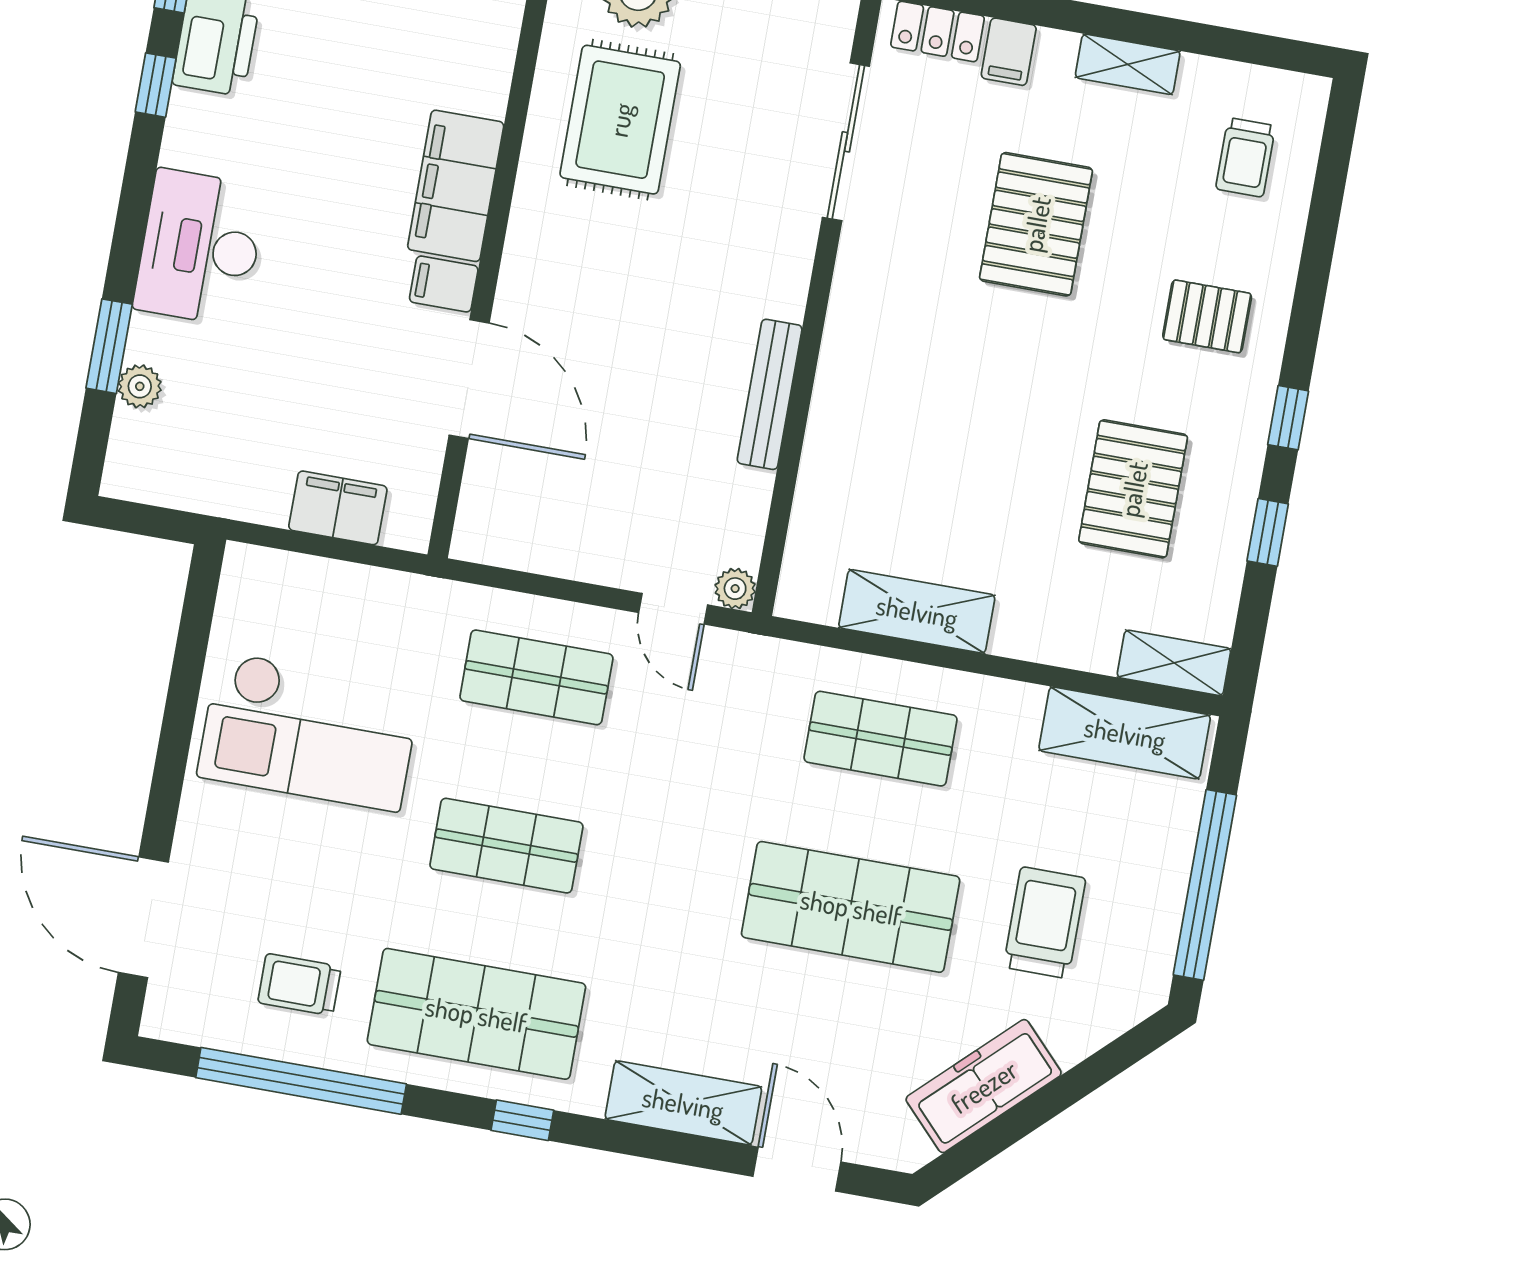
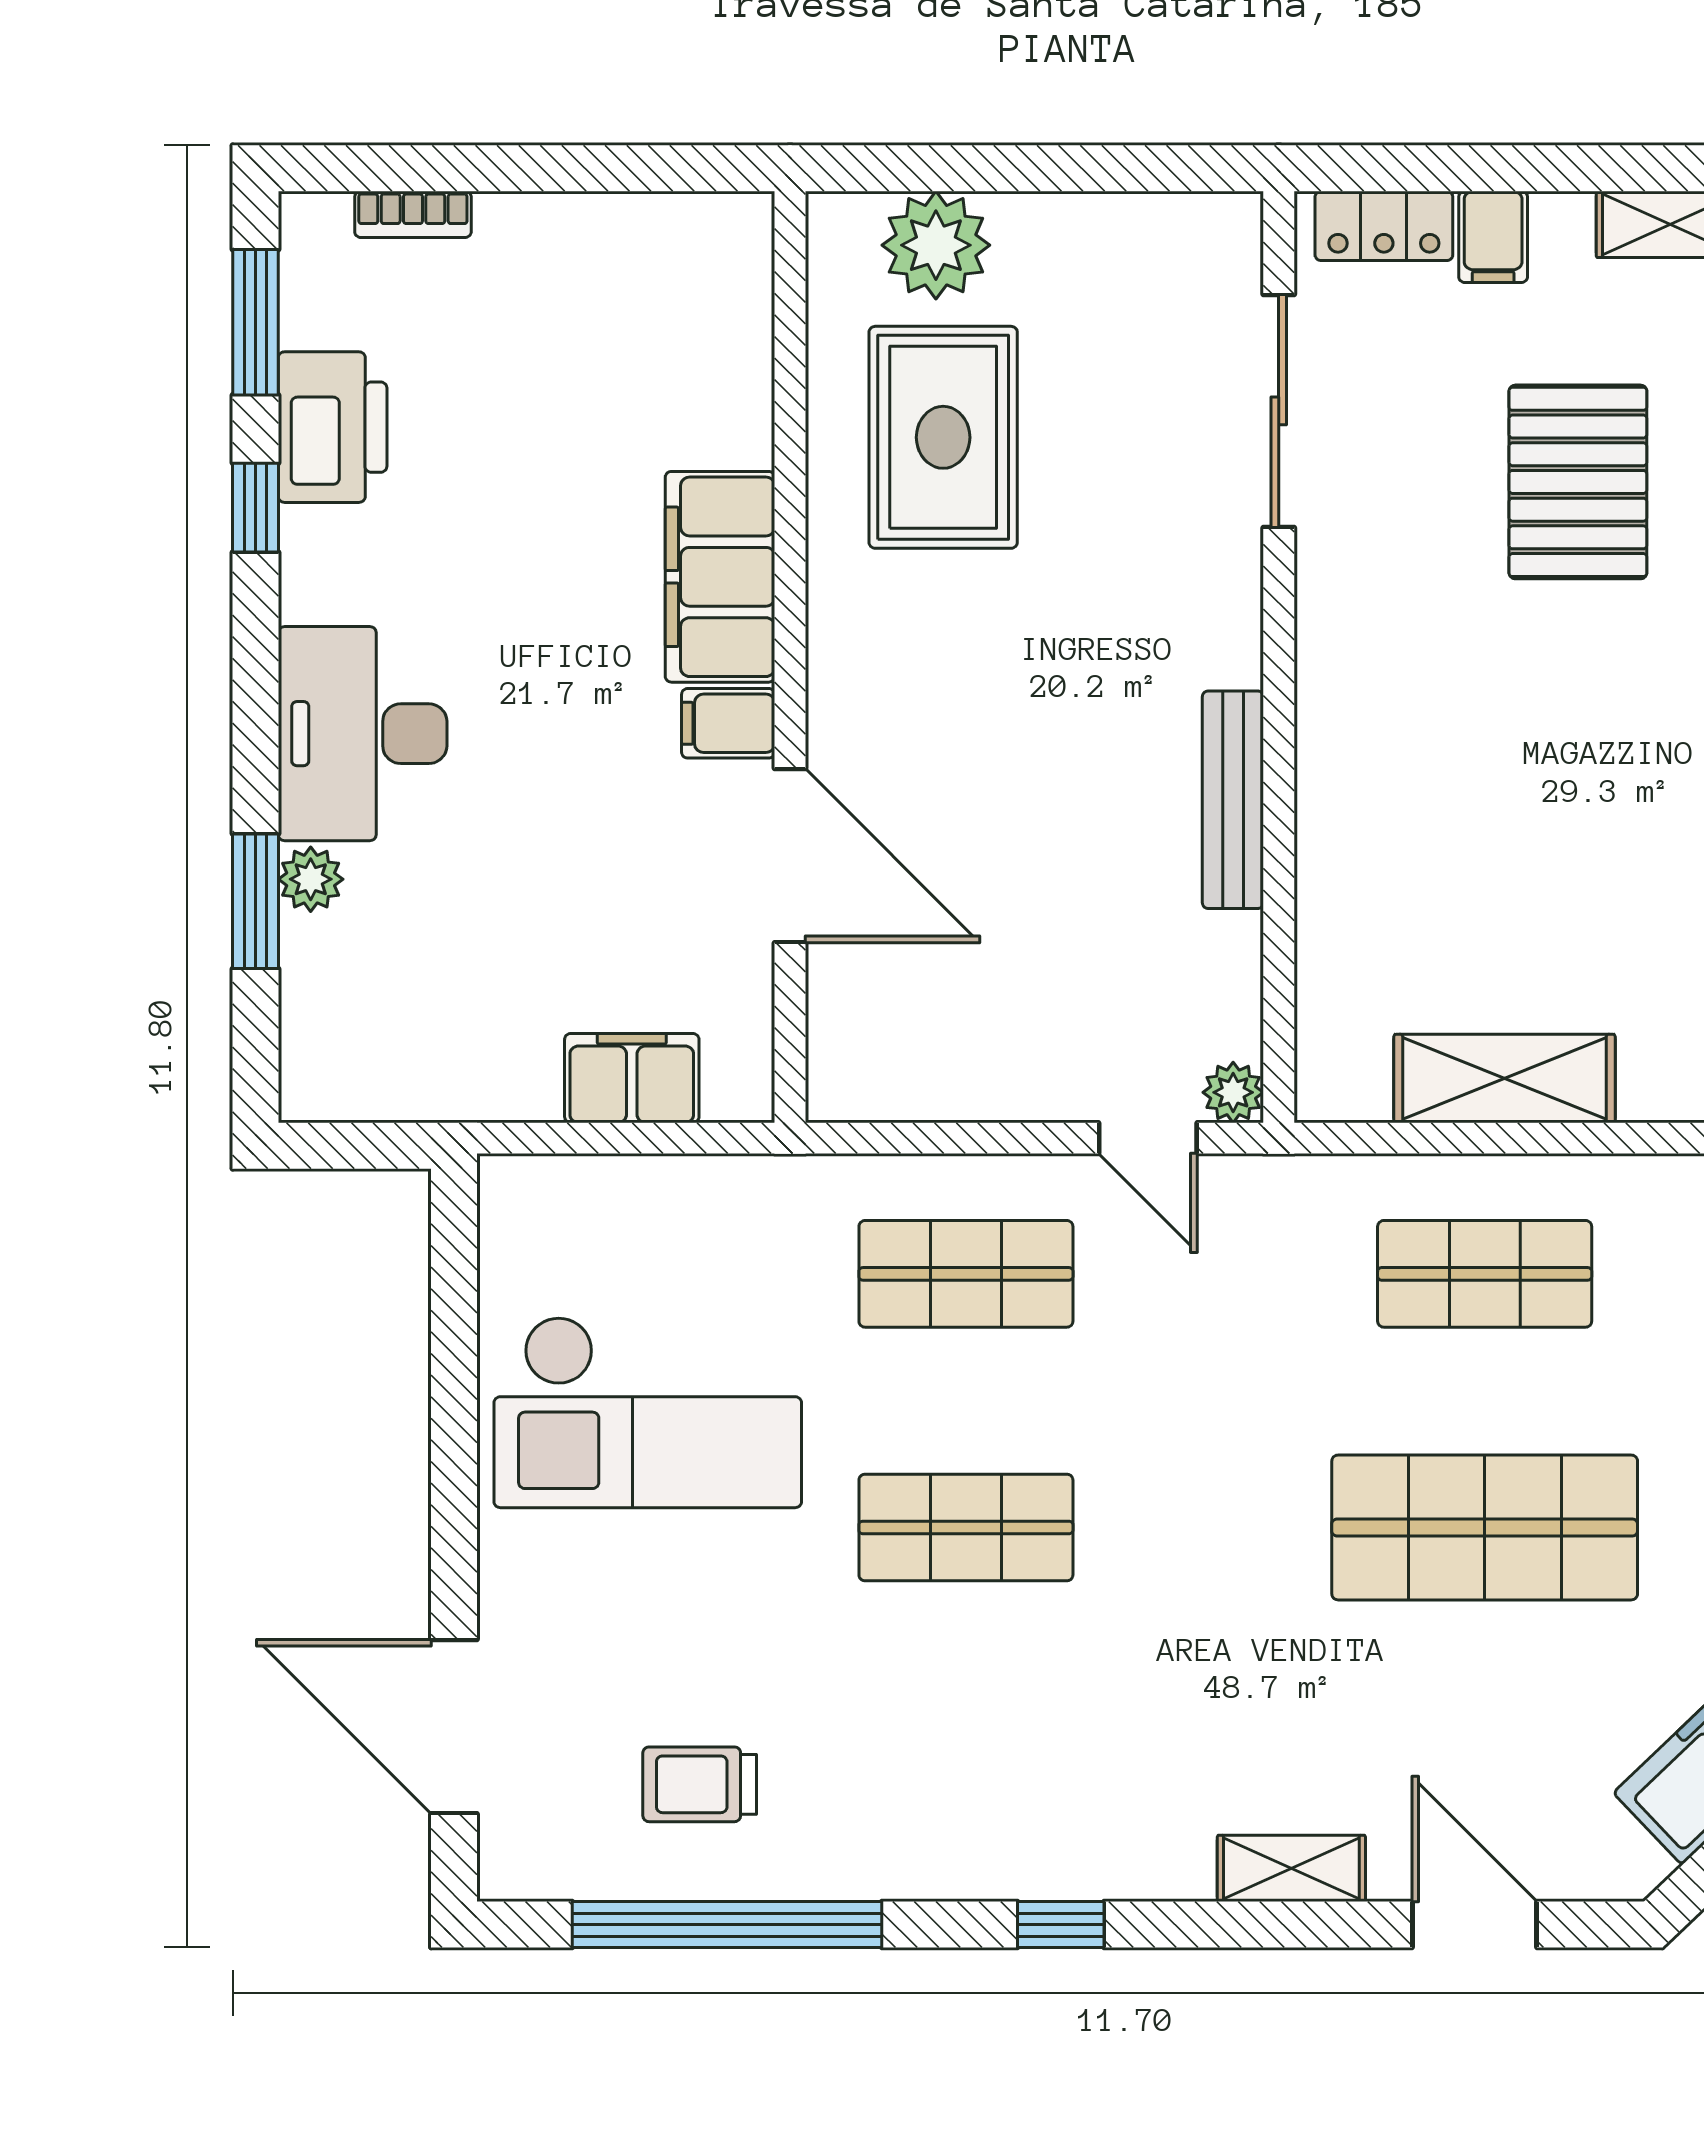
plant: (140, 386) -> (311, 879), moved
shop shelf: (476, 1014) -> (966, 1781), removed
shelving: (683, 1103) -> (1291, 1868), width x0.67, depth x0.75

